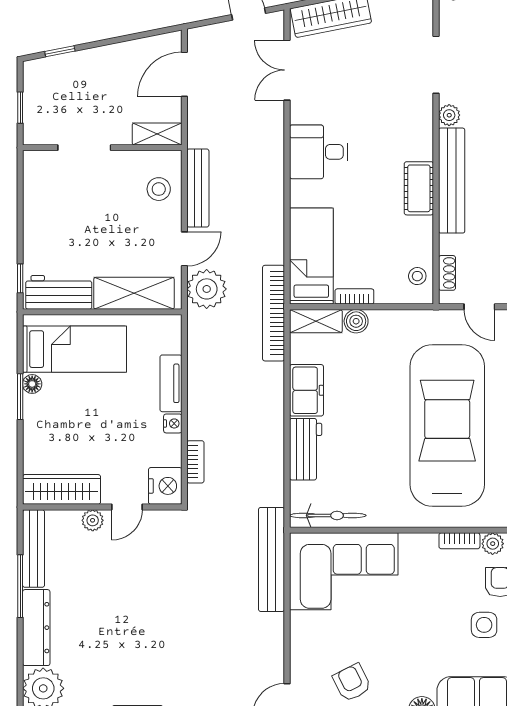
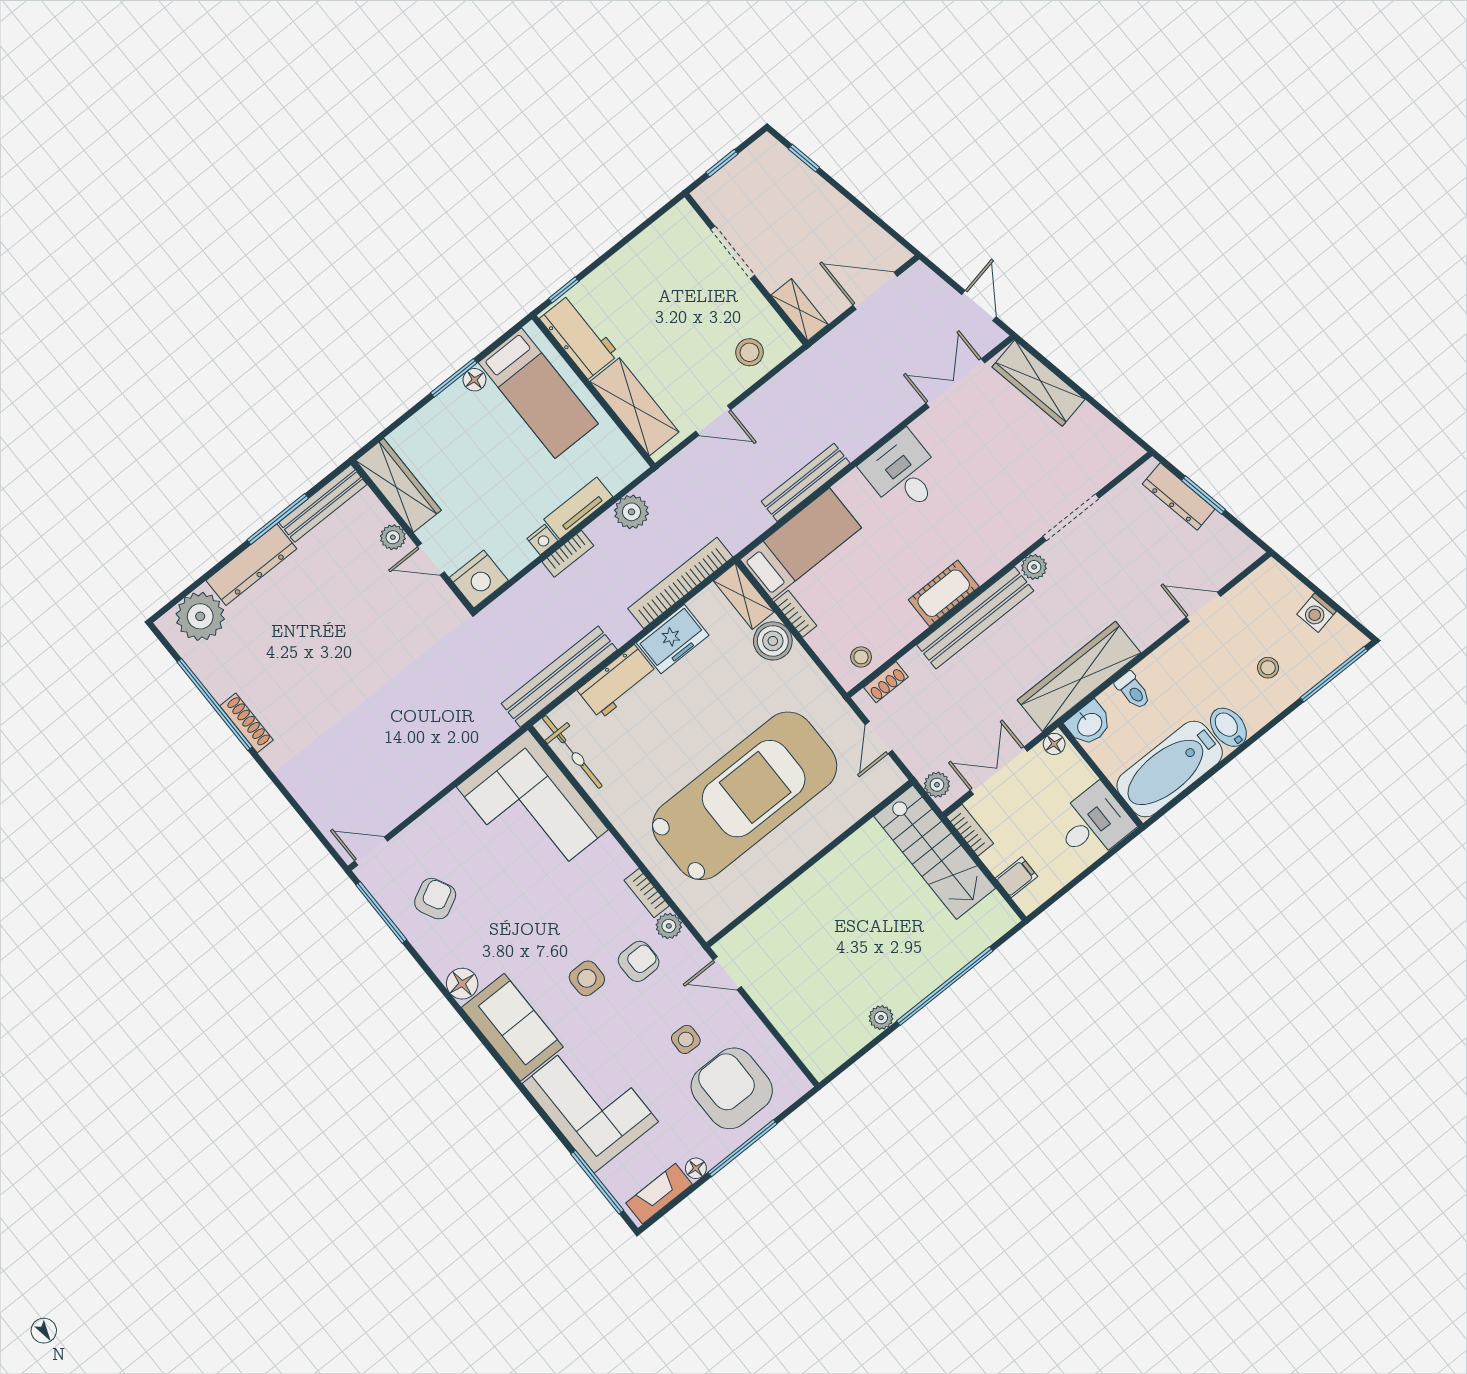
bench: (198, 188) -> (806, 482), moved
plant: (207, 289) -> (631, 512), moved, width x0.73, depth x0.73
bookcase: (274, 313) -> (680, 583), moved
boiler: (356, 321) -> (773, 641), width x1.36, depth x1.36
bookcase: (195, 462) -> (568, 554), moved
bench: (272, 559) -> (559, 677), moved

